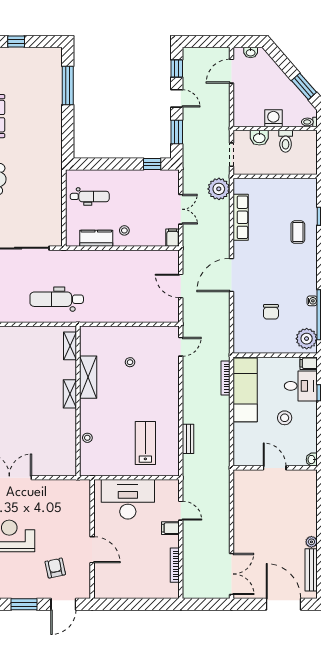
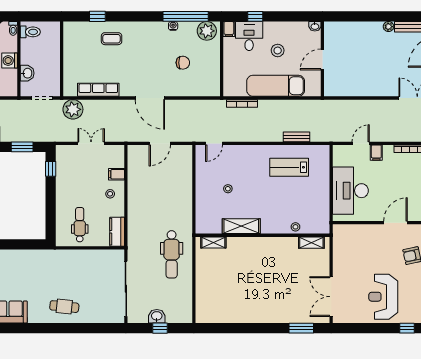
toilet: (286, 141) -> (30, 32), moved
kitchen counter: (96, 238) -> (117, 232), moved
filing cabinet: (173, 238) -> (117, 174), moved
door: (181, 347) -> (214, 143), swing flipped
exam couch: (245, 390) -> (276, 86), moved
shelving: (70, 394) -> (311, 243), moved
lab bench: (145, 443) -> (289, 167), moved

